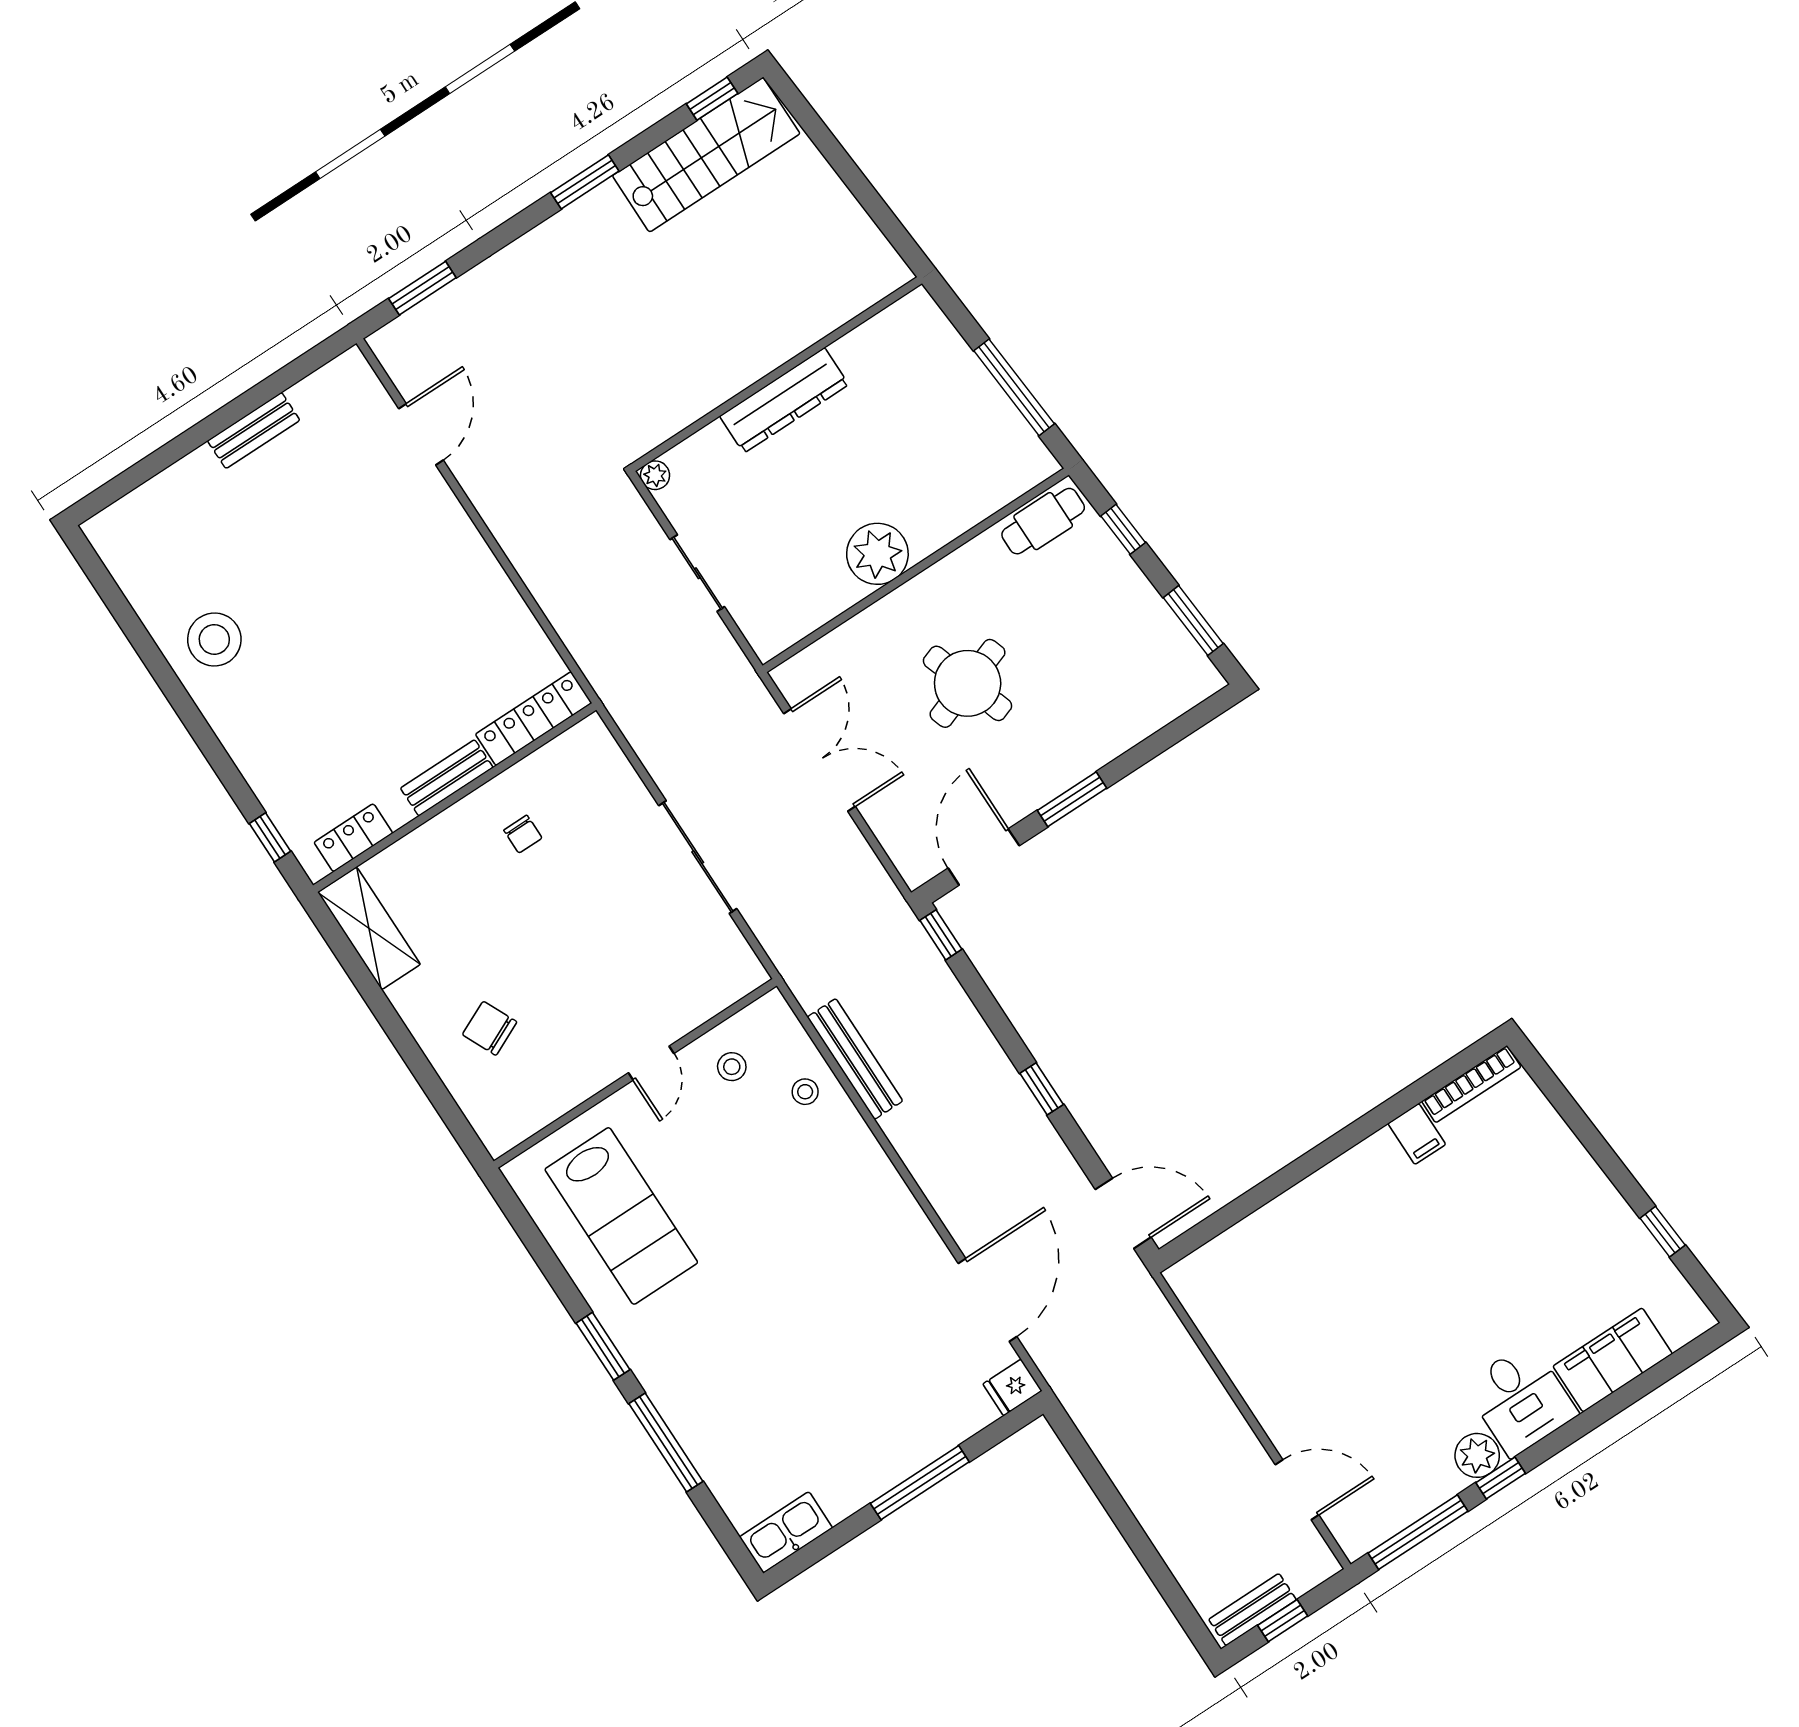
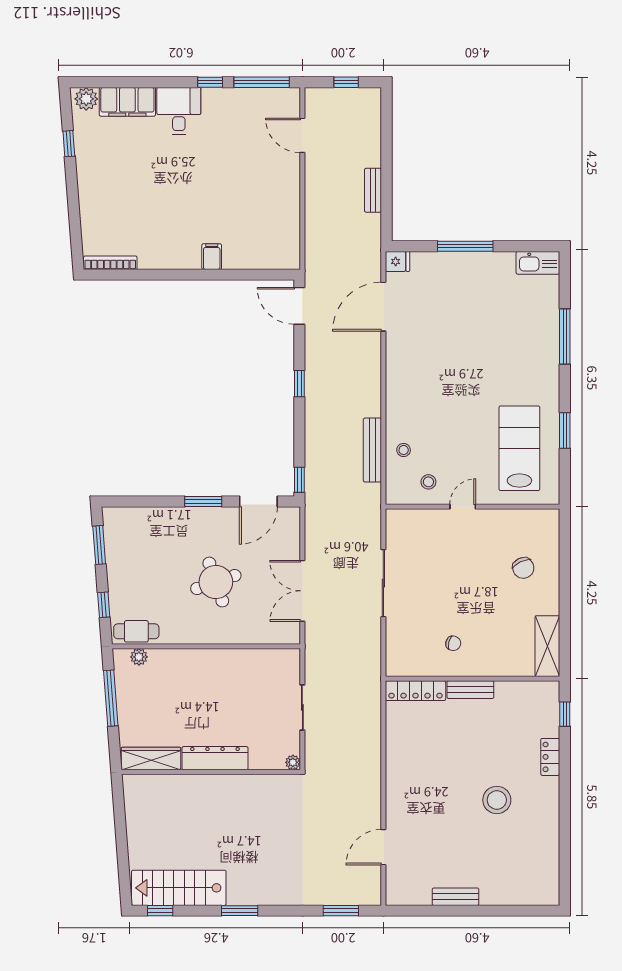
wardrobe: (886, 333) -> (151, 758), added
plant: (877, 554) -> (139, 657), moved, width x0.53, depth x0.53
stool: (214, 640) -> (497, 800), moved
chair: (523, 834) -> (453, 643), turned 104
locker: (353, 838) -> (550, 757), moved, turned 90
filing cabinet: (1417, 1134) -> (212, 257), moved
window: (603, 1346) -> (565, 431), moved
plant: (1477, 1455) -> (86, 99), moved
bench: (1252, 1610) -> (373, 190), moved, turned 90

